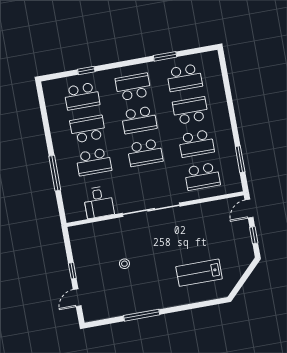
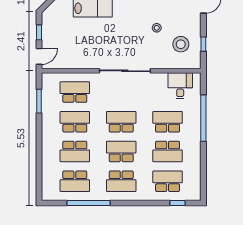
window: (165, 56) -> (88, 203), width x2.11
window: (86, 70) -> (177, 203), moved
school desk: (184, 78) -> (75, 181), turned 180
window: (55, 173) -> (203, 118), width x1.46
desk: (99, 202) -> (180, 86), moved
stool: (94, 250) -> (181, 44), added
window: (72, 271) -> (203, 44), moved

